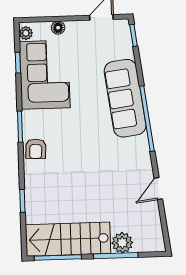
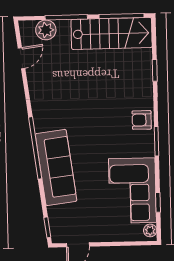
floor lamp: (58, 28) -> (119, 235), removed
armchair: (36, 149) -> (142, 120), turned -93
door: (158, 189) -> (22, 58), moved
plant: (122, 243) -> (46, 30), moved

